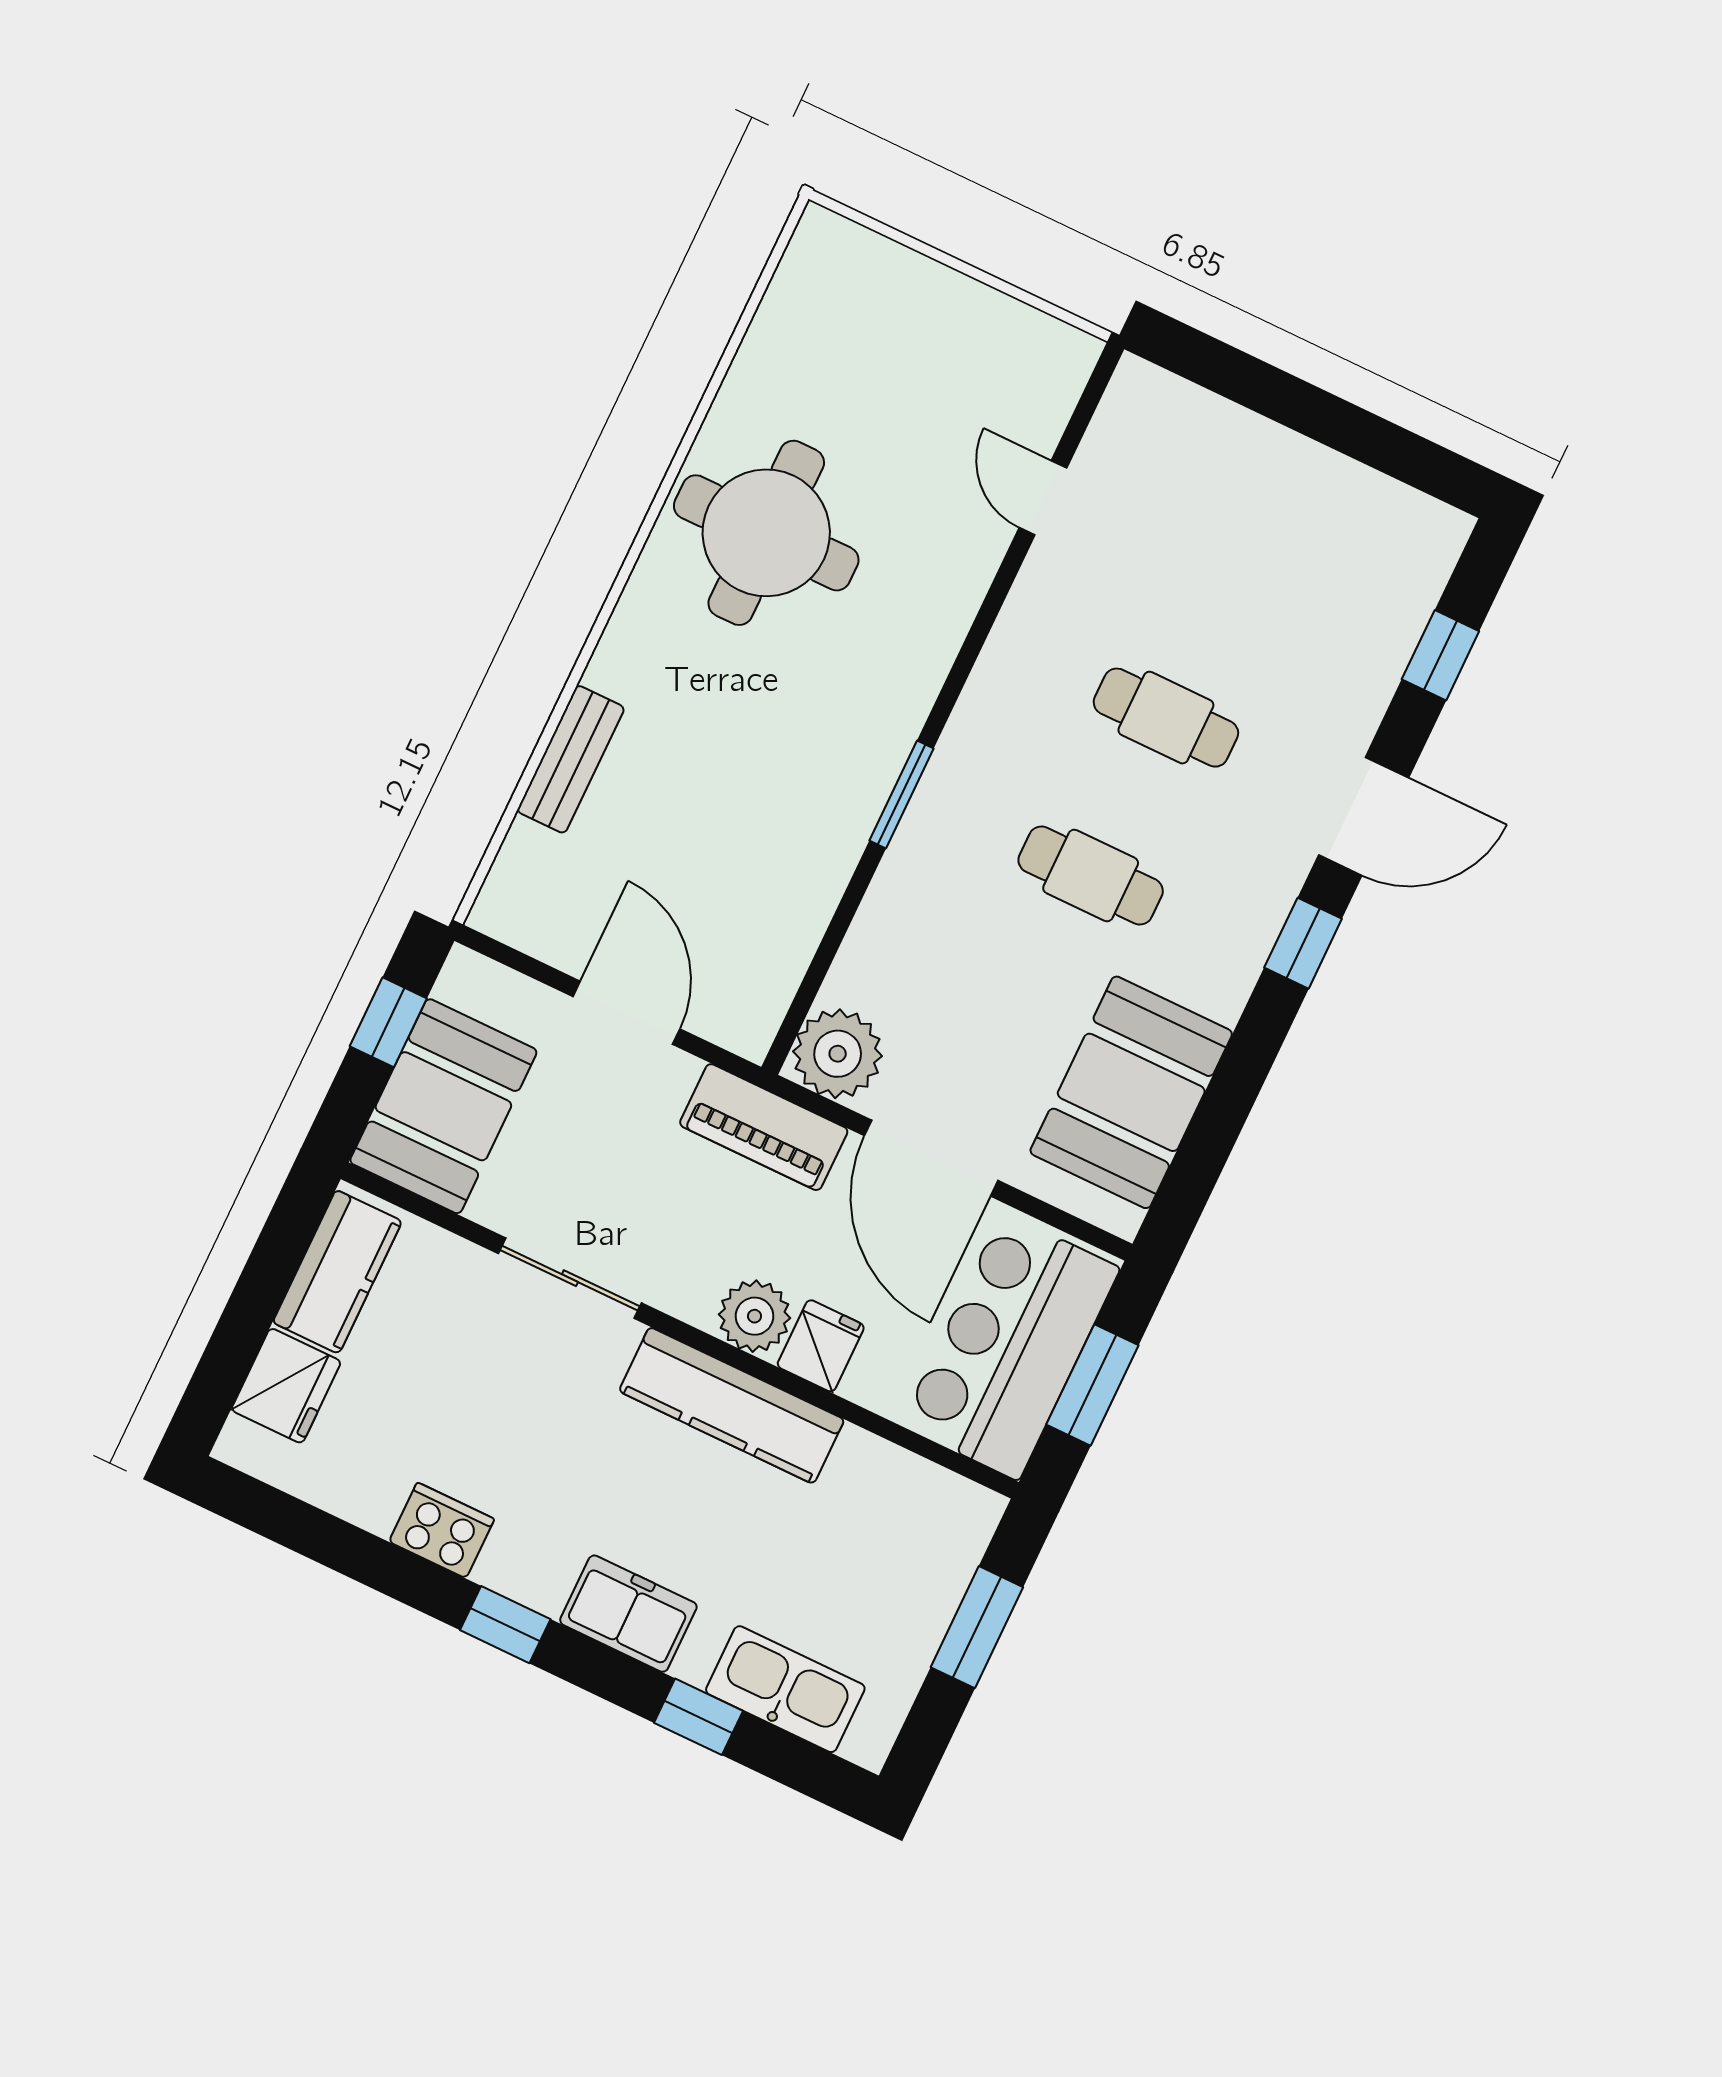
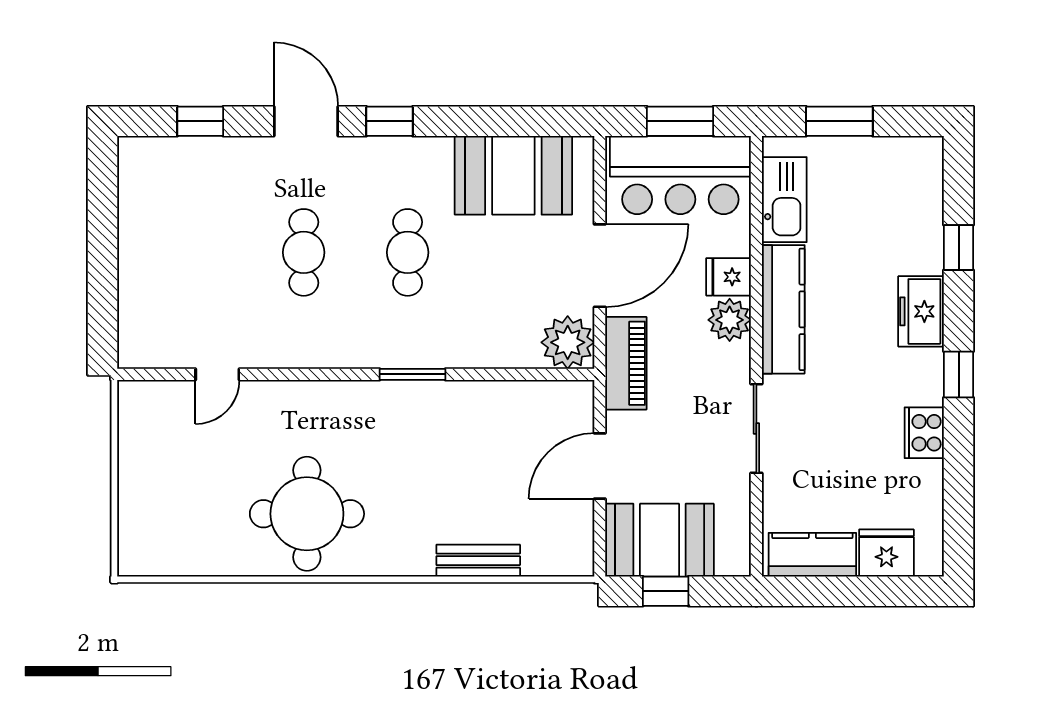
booth: (443, 1106) -> (659, 540), moved
kitchen sink: (785, 1689) -> (784, 200), moved, turned 180

